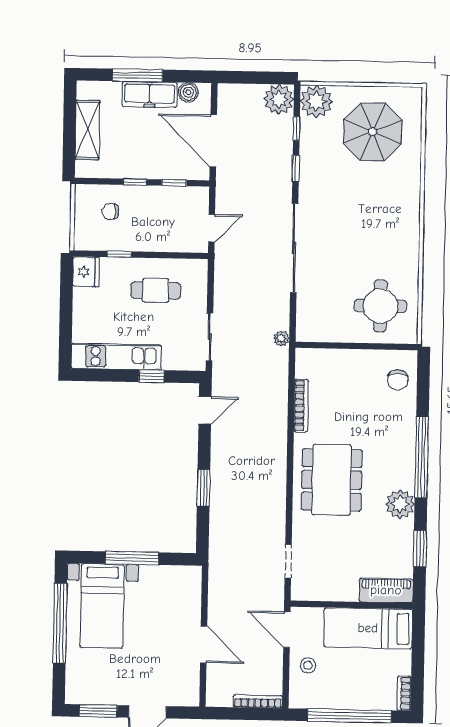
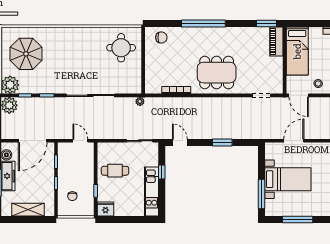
cafe table: (156, 290) -> (115, 171), turned 90
plant: (400, 504) -> (229, 35), removed
window: (420, 549) -> (267, 24), moved
window: (132, 558) -> (261, 194), moved
bed with nightstands: (102, 606) -> (288, 179), moved
window: (60, 623) -> (298, 219), width x0.68
door: (287, 629) -> (299, 95), hinge flipped
door: (204, 644) -> (294, 141), moved

